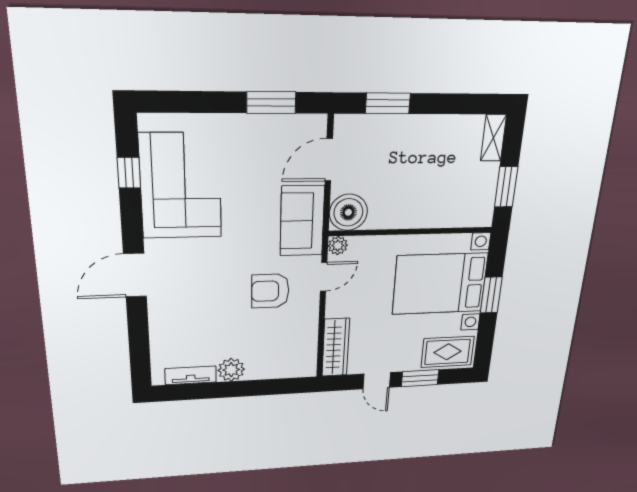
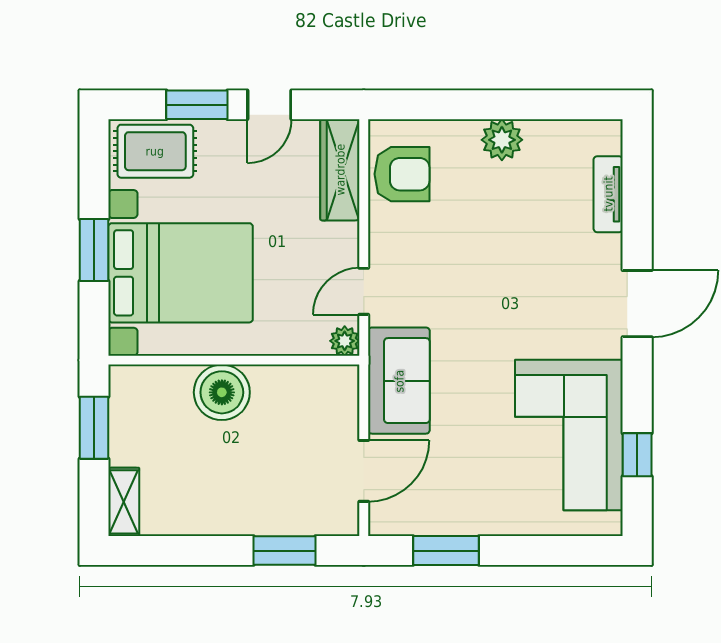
boiler: (348, 212) -> (222, 392), moved
armchair: (270, 291) -> (402, 174), moved
tv unit: (191, 375) -> (608, 194), moved, turned 90
door: (377, 381) -> (269, 105), swing flipped

